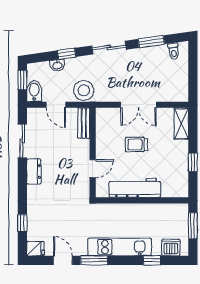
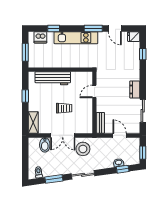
window: (67, 54) -> (123, 169), moved
stool: (84, 90) -> (83, 149), moved
bidet: (34, 91) -> (45, 145), moved
double door: (138, 105) -> (63, 135), swing flipped
workbench: (135, 188) -> (53, 78), moved

